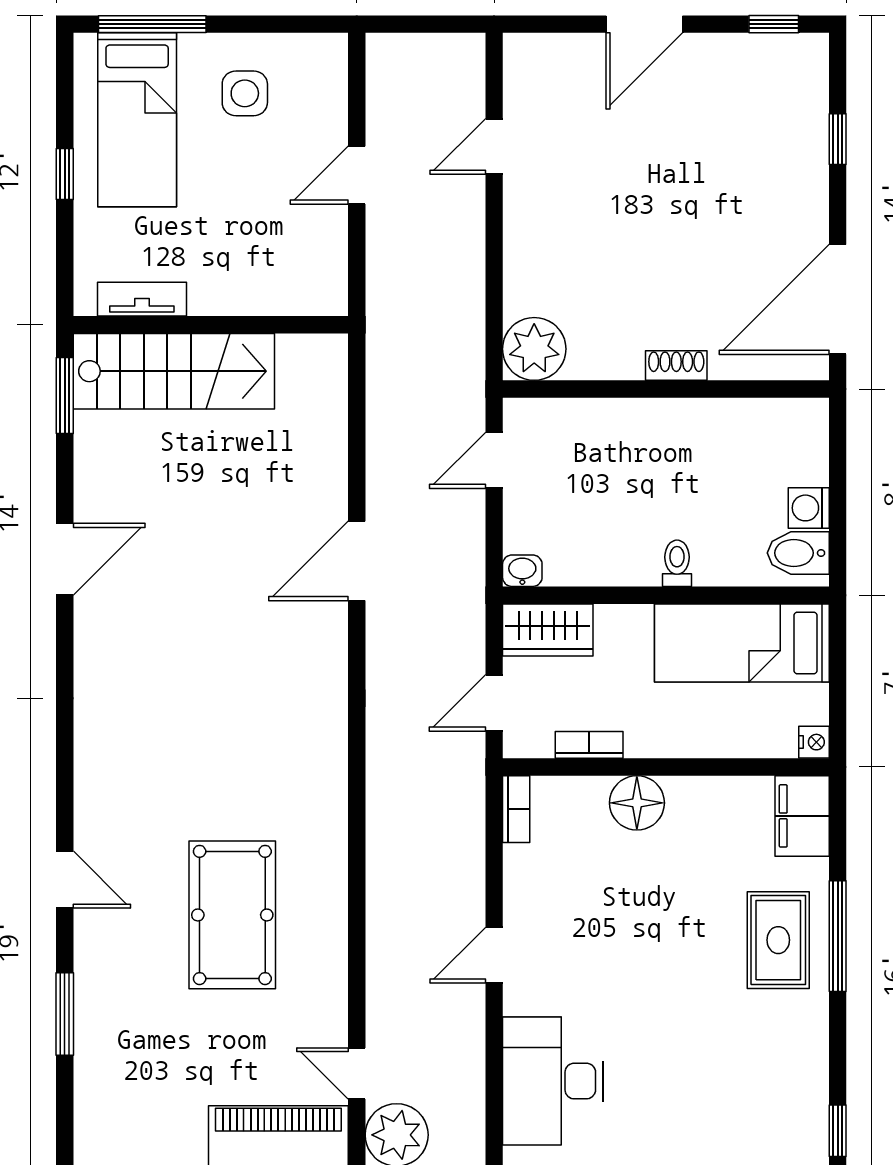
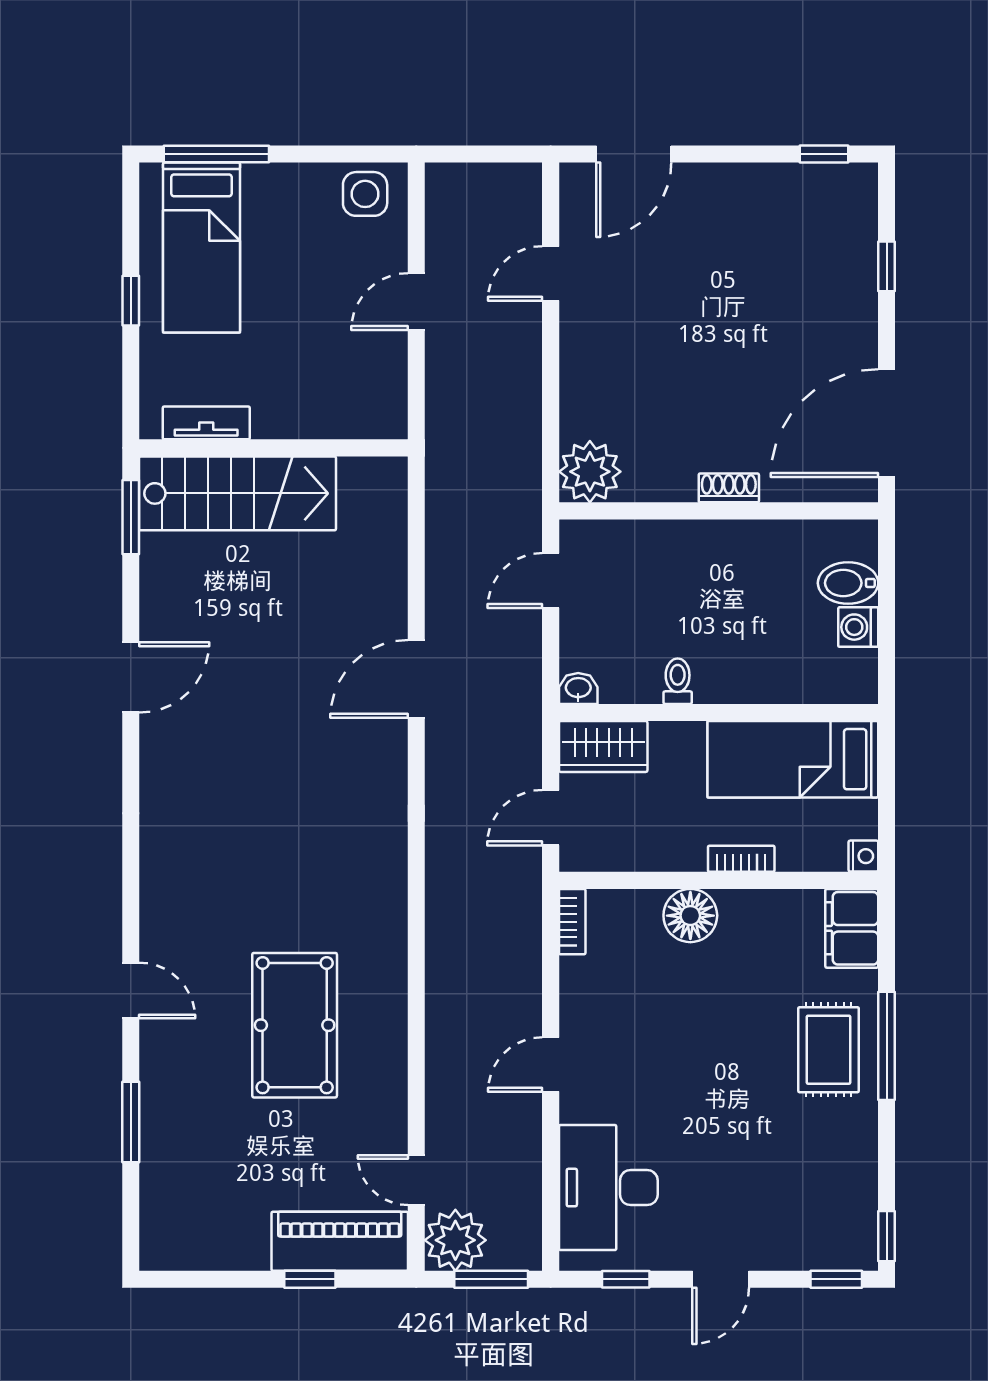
door: (644, 24) -> (634, 154), moved
side table: (245, 93) -> (365, 194), moved
bidet: (798, 553) -> (848, 583), moved
toilet: (677, 563) -> (678, 681), moved
bookcase: (589, 745) -> (741, 859), moved

